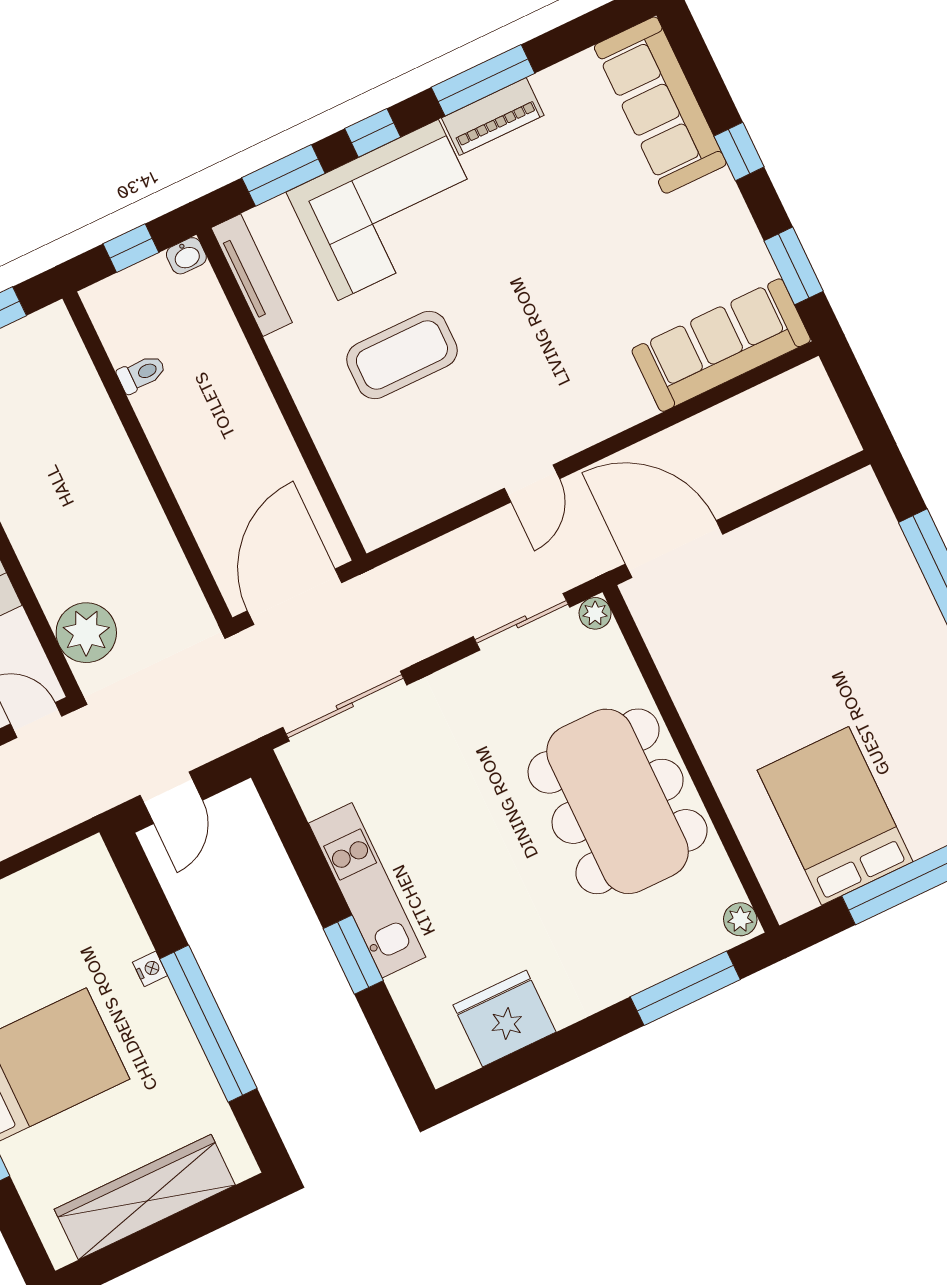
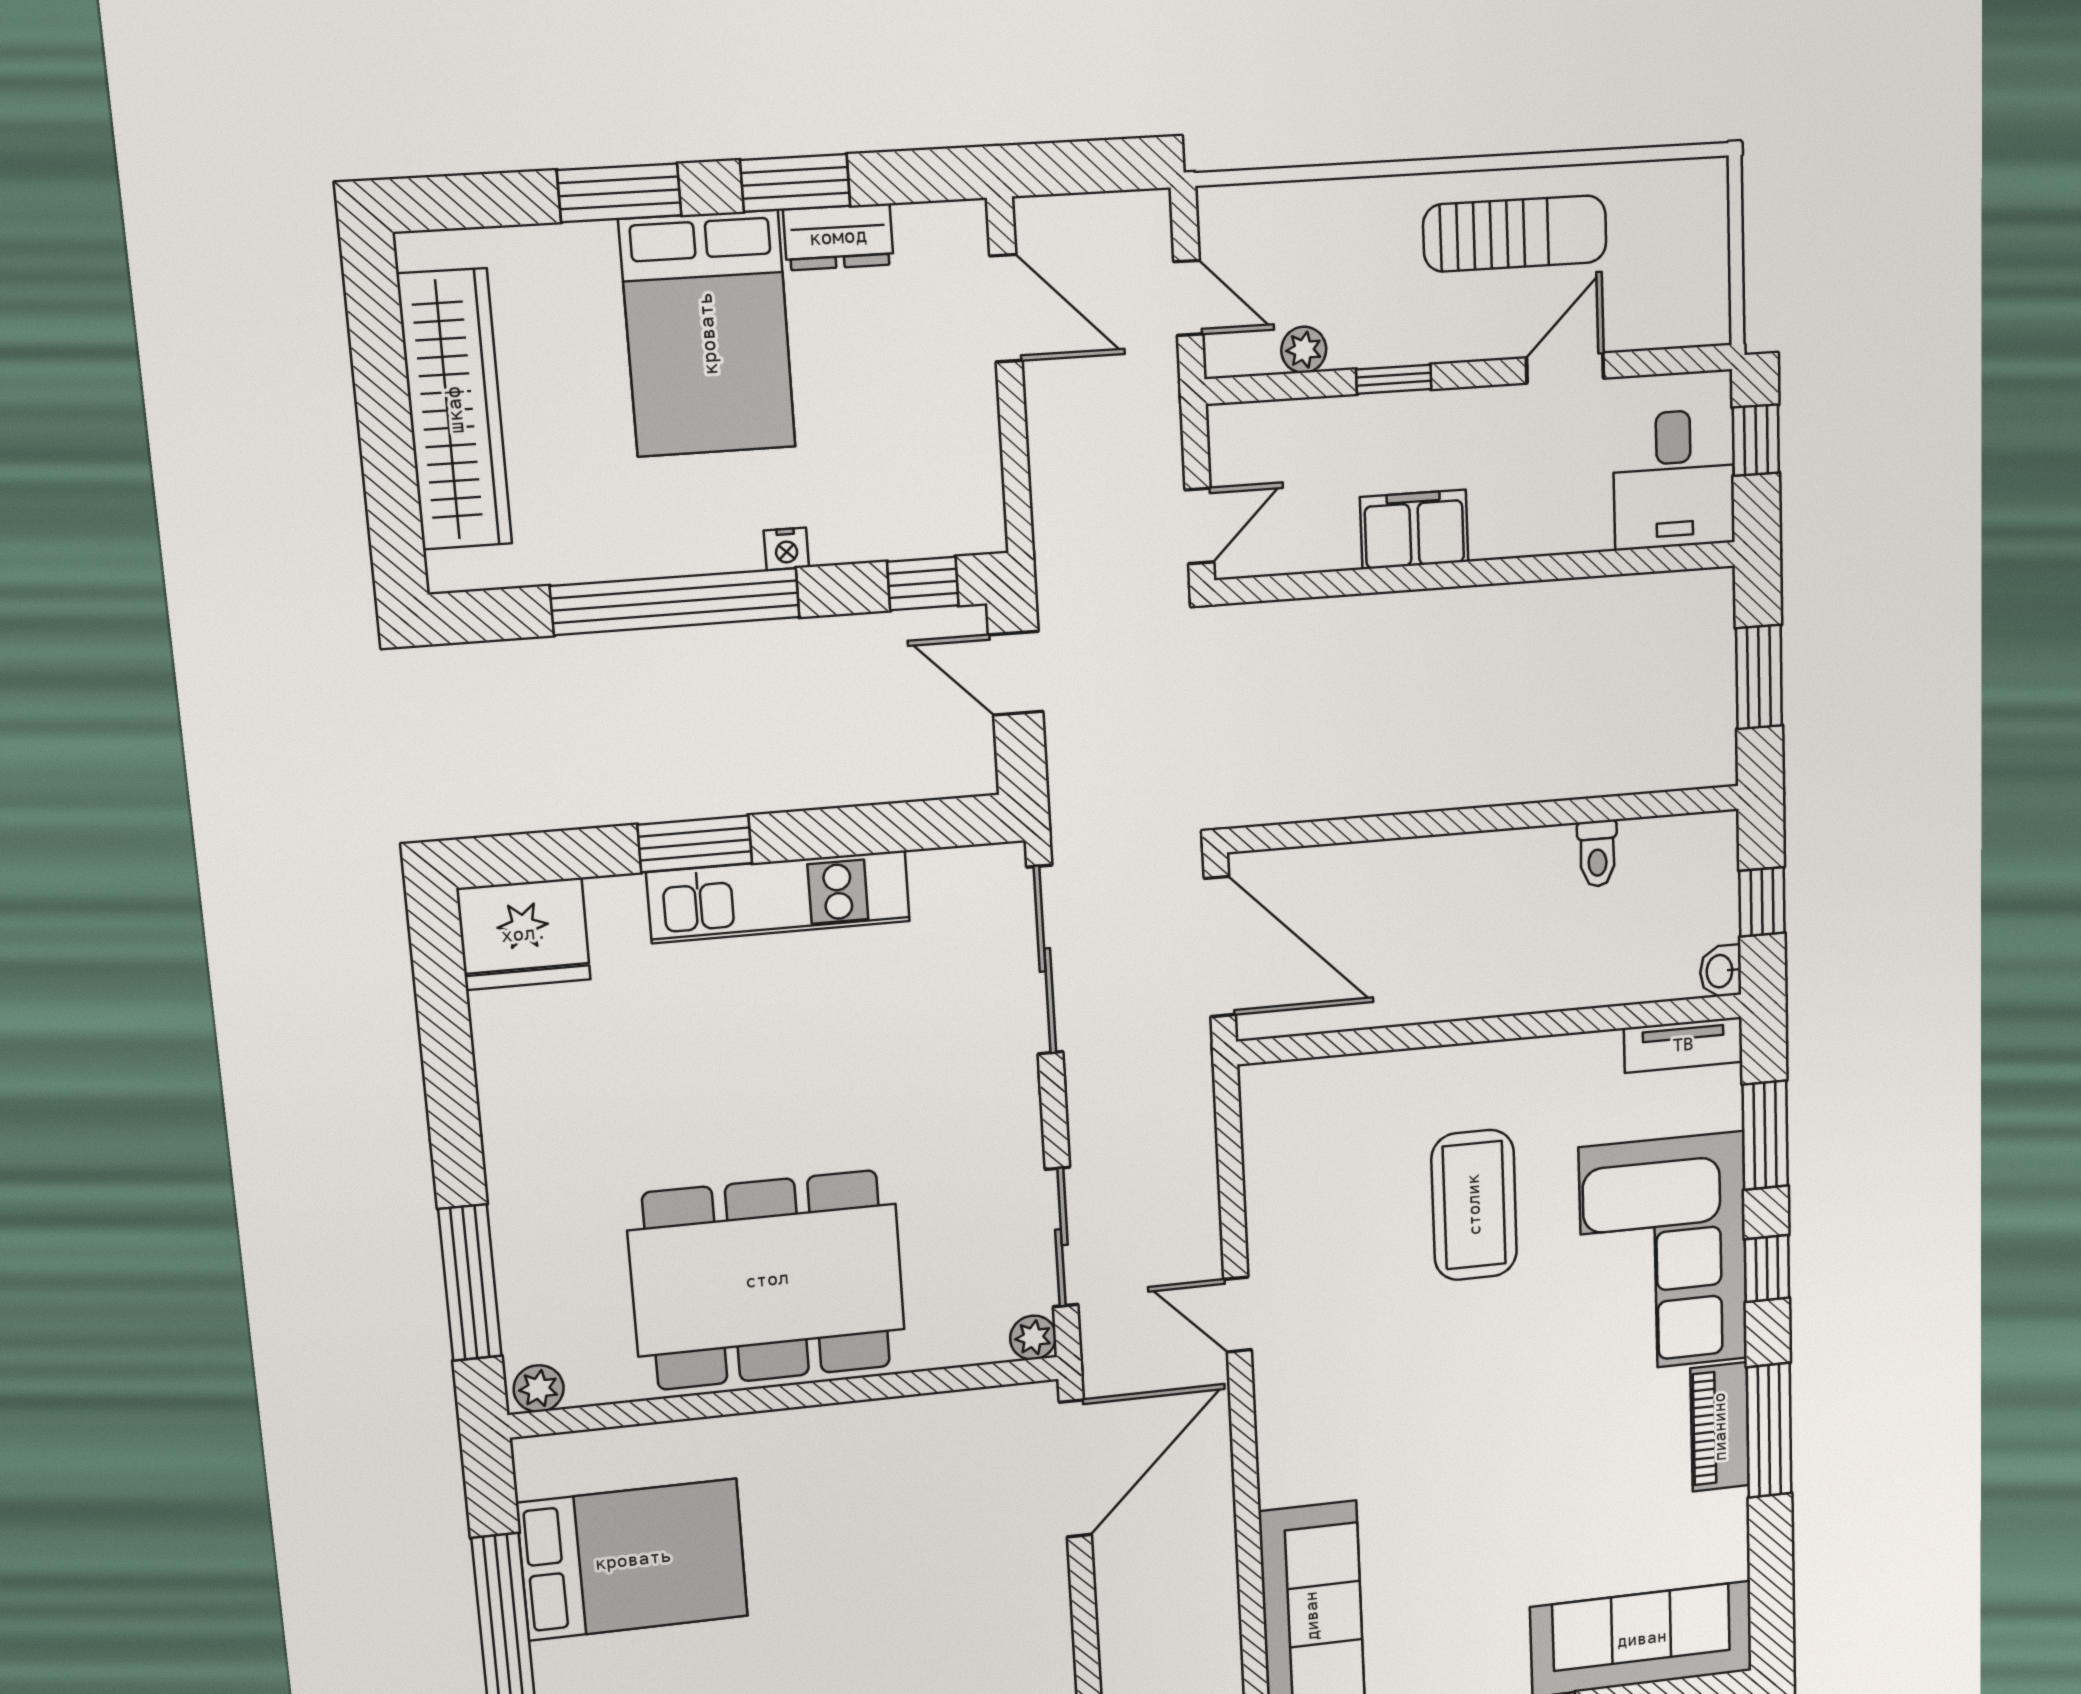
tv unit: (252, 275) -> (1683, 1045), width x0.71
plant: (86, 633) -> (1289, 644), removed
window: (139, 877) -> (923, 584), added
fridge: (504, 1019) -> (524, 934), moved, turned 90

